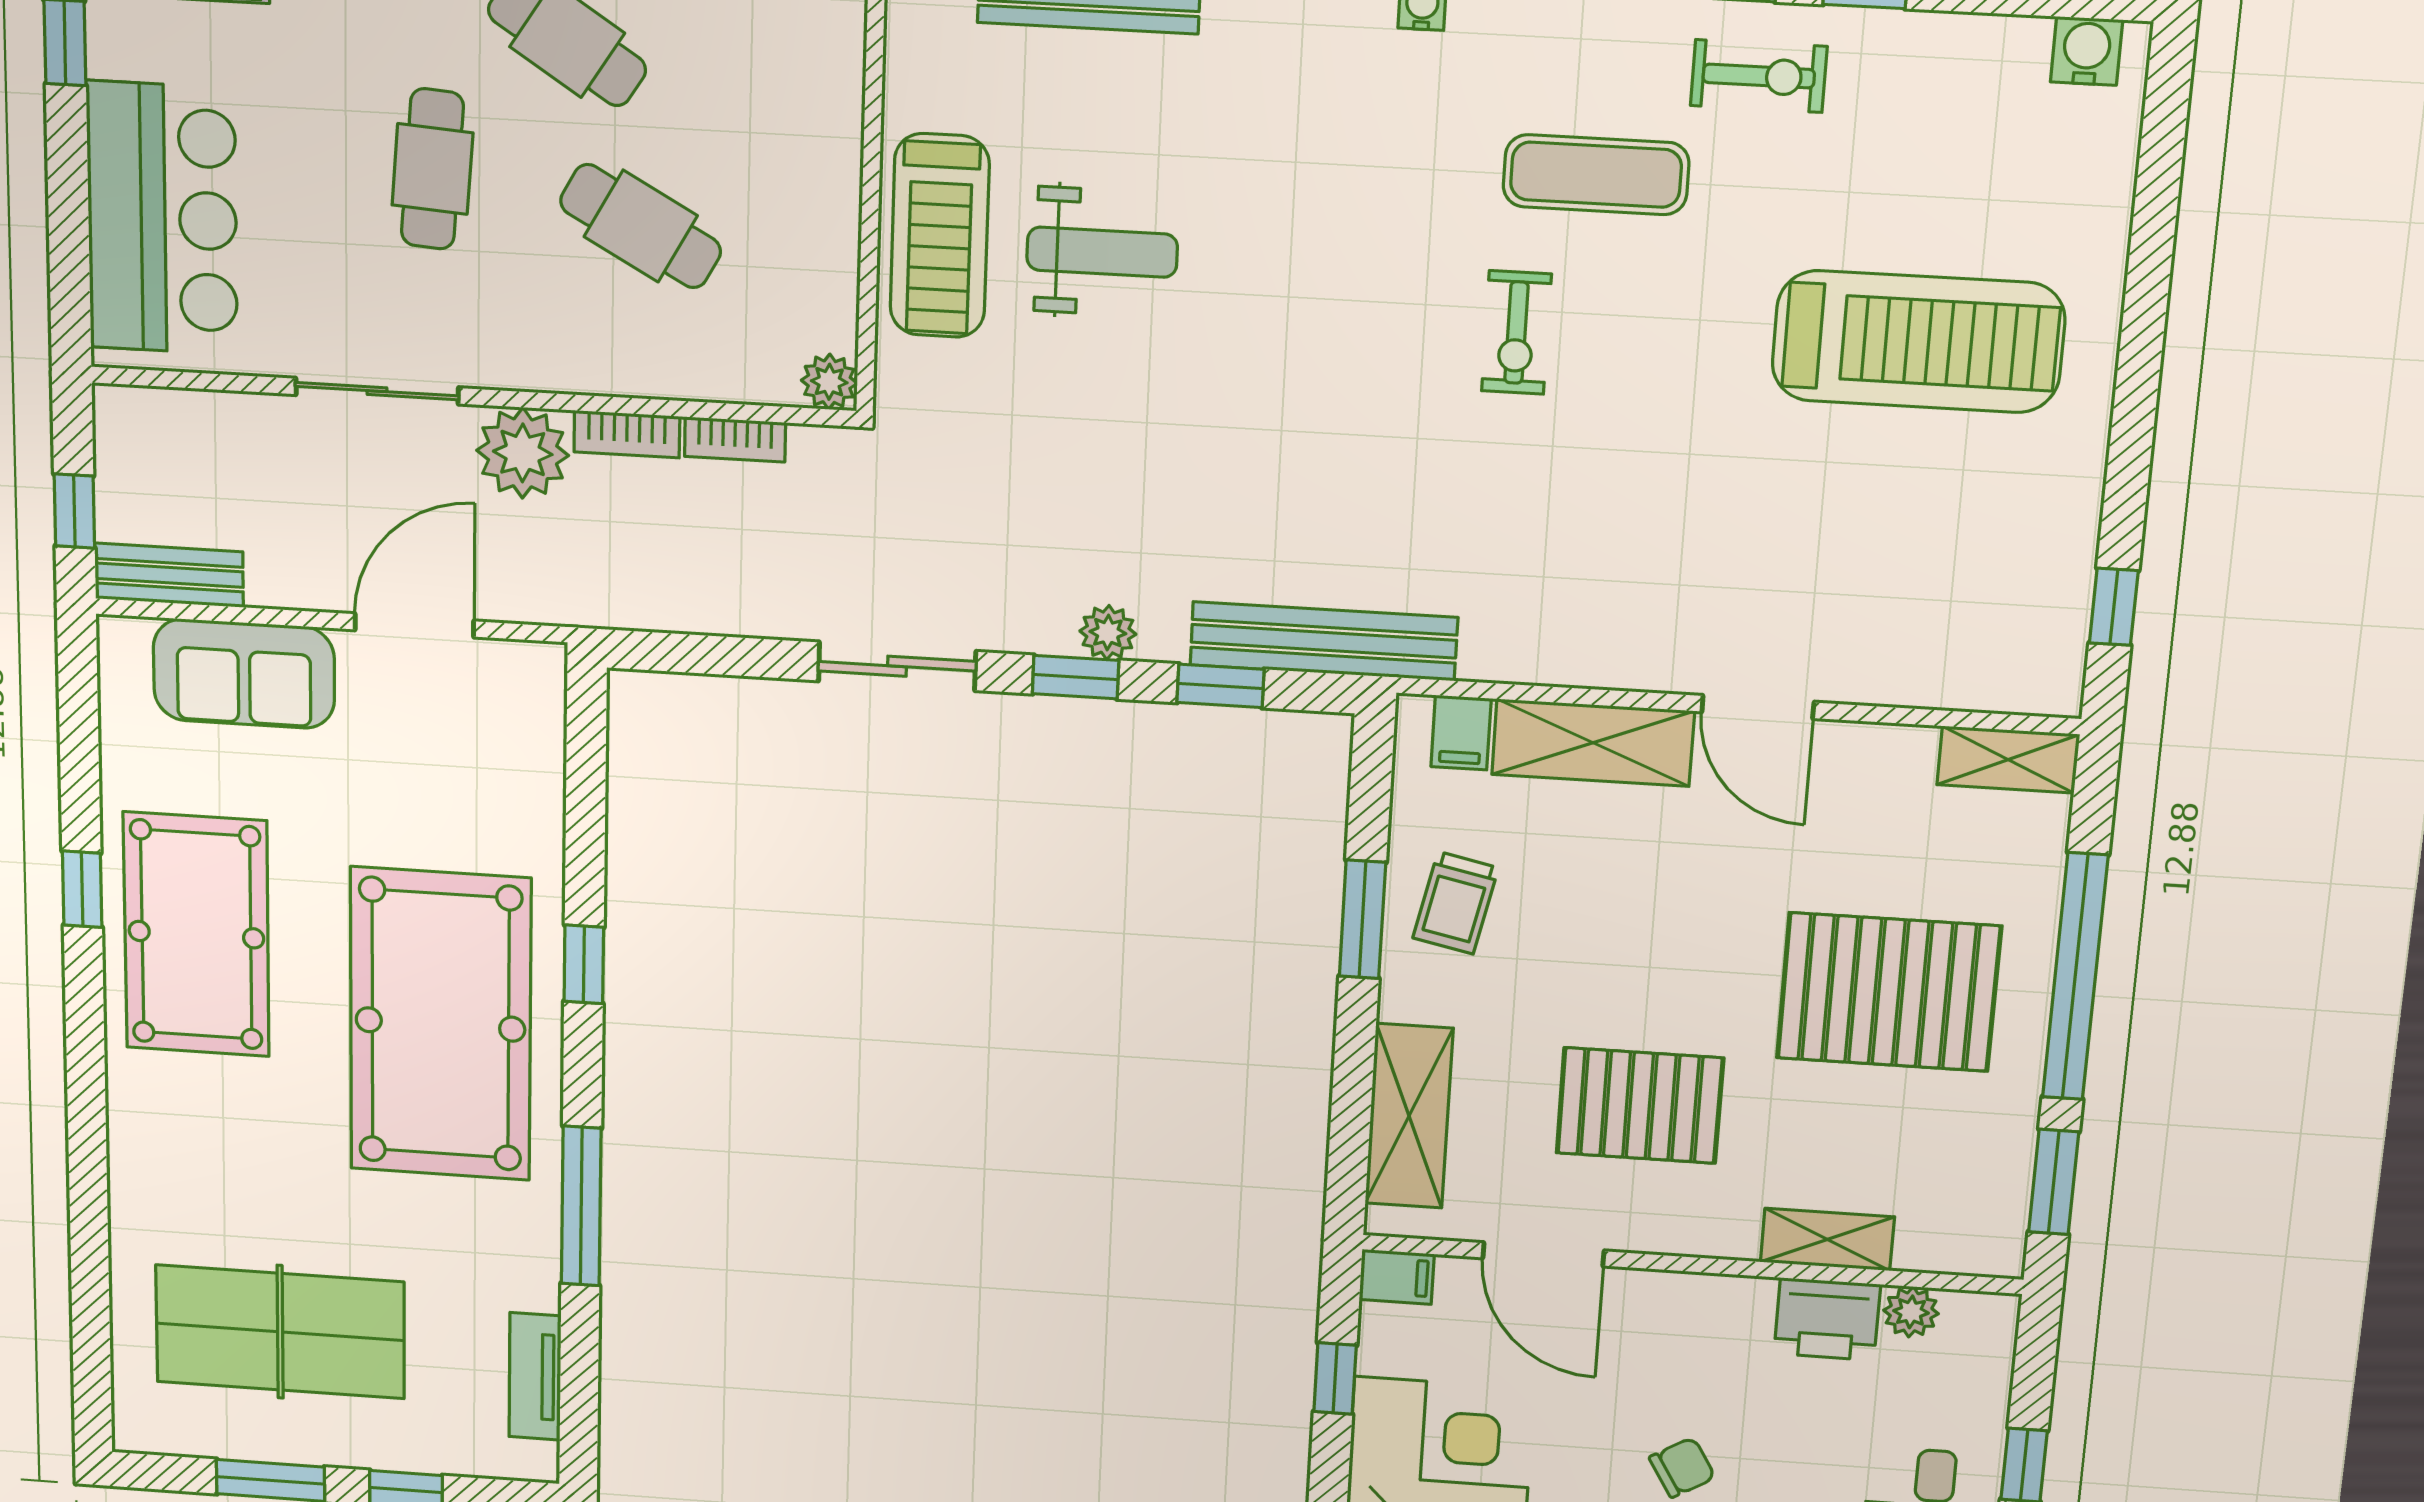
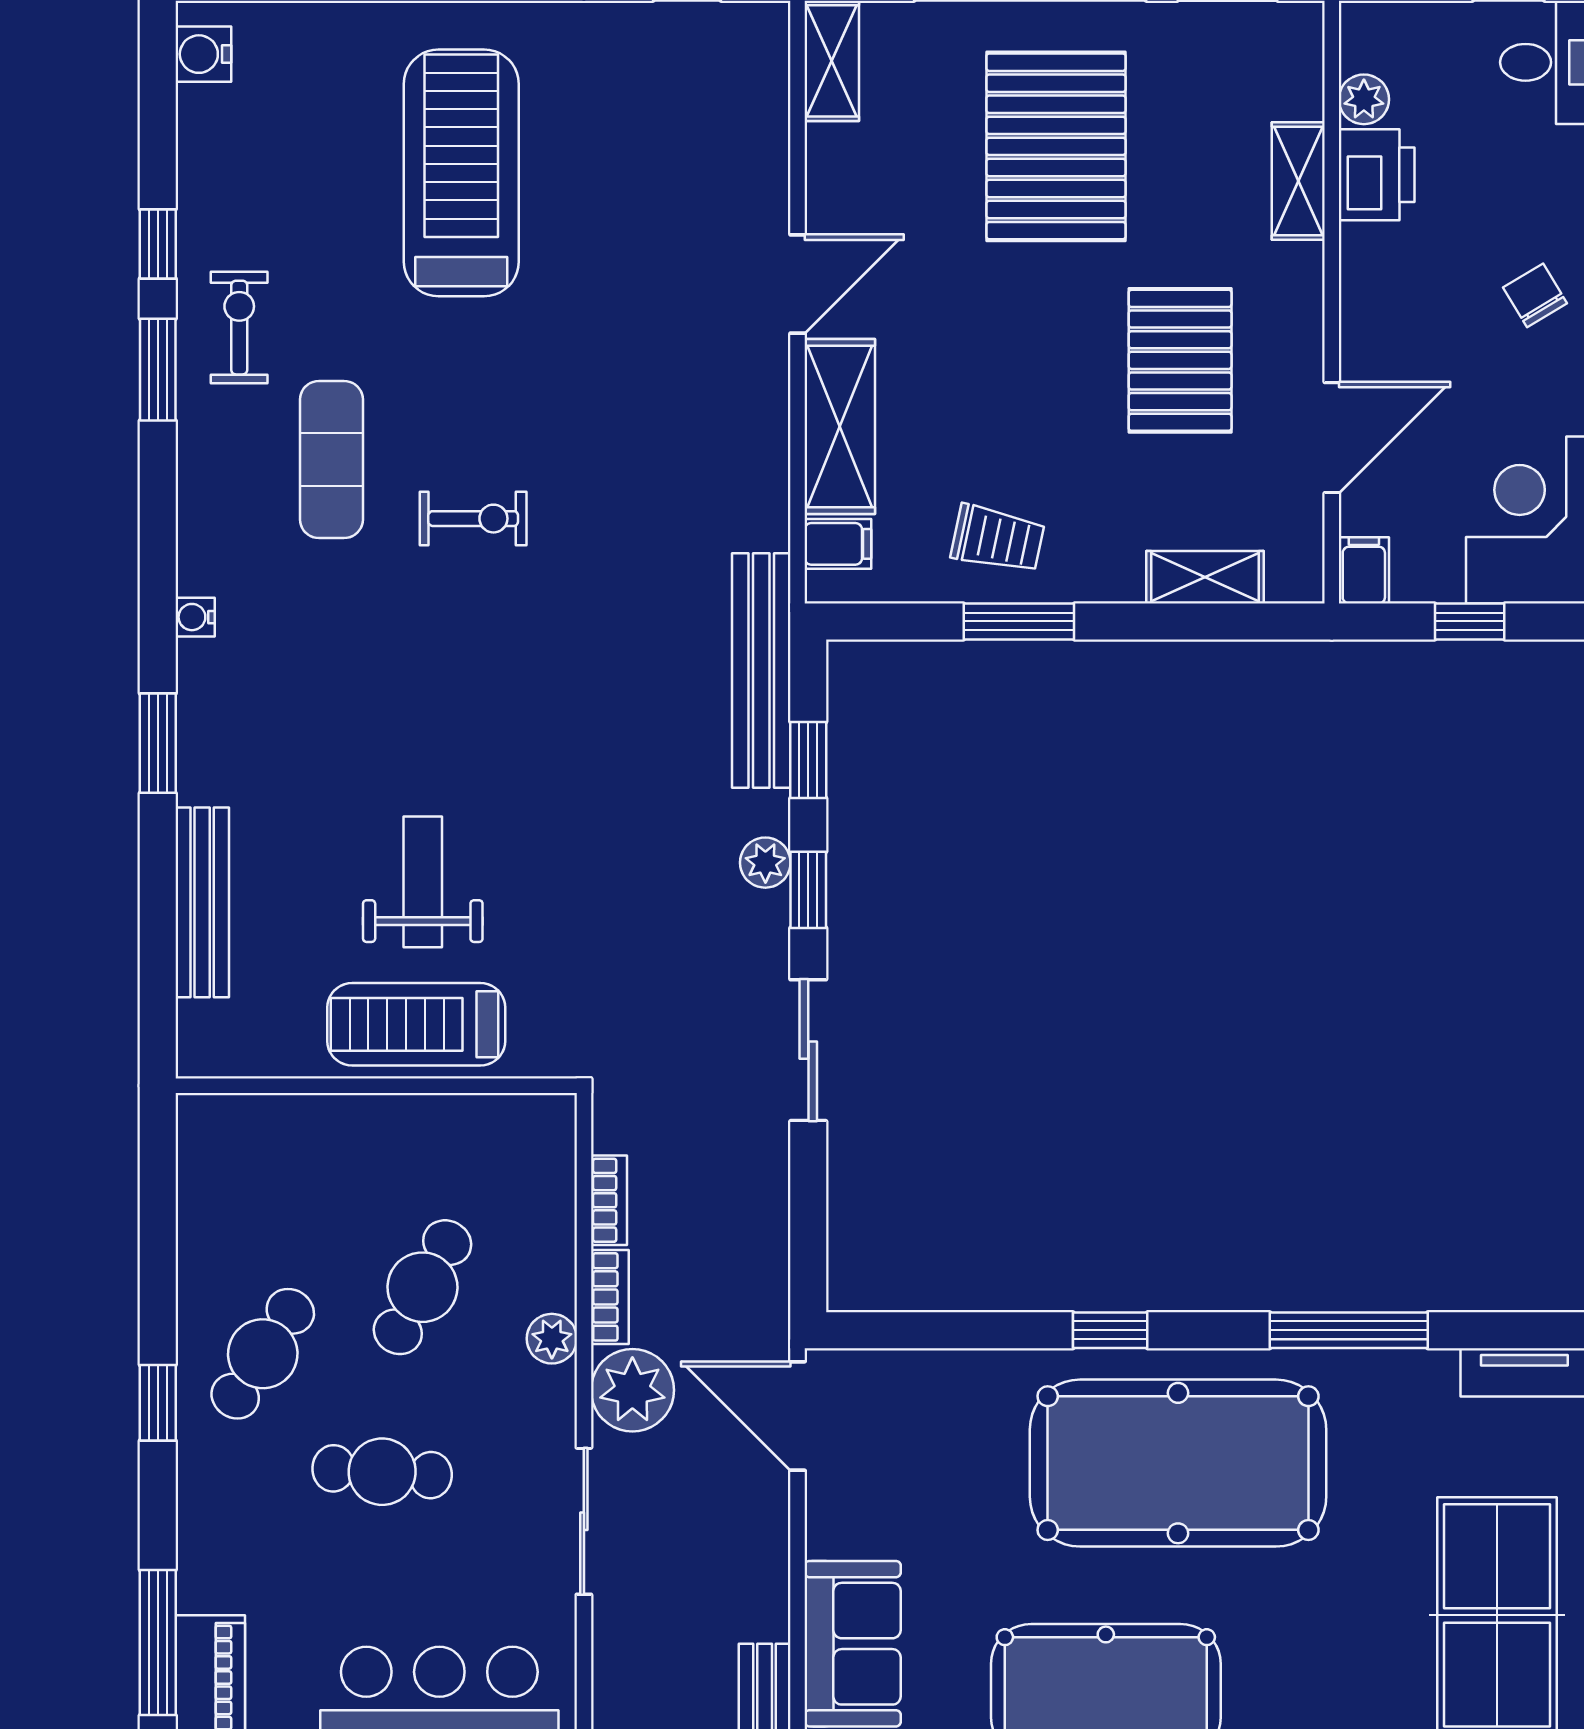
treadmill: (940, 236) -> (416, 1024), turned 180
plant: (829, 382) -> (552, 1339), moved
door: (414, 625) -> (798, 1416), moved
shelving: (1409, 1116) -> (1205, 577), width x0.67, depth x0.75

